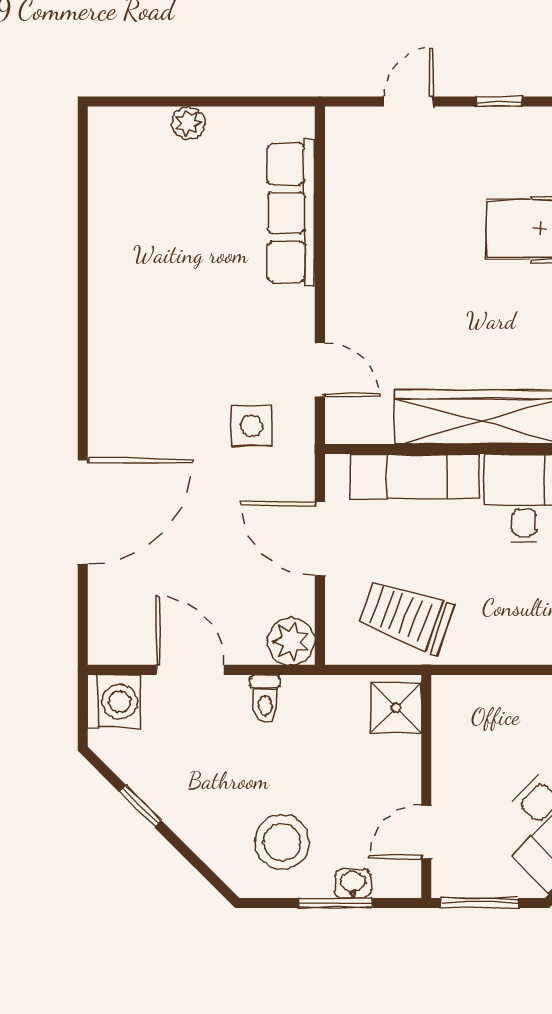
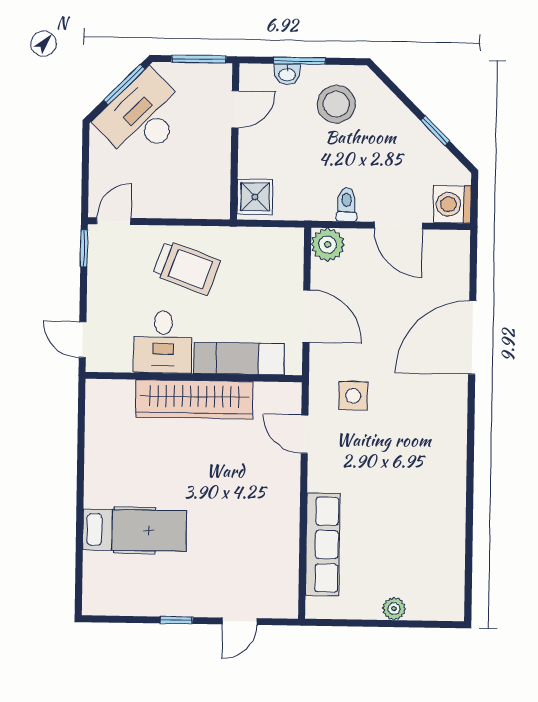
trolley: (406, 616) -> (187, 268), moved

